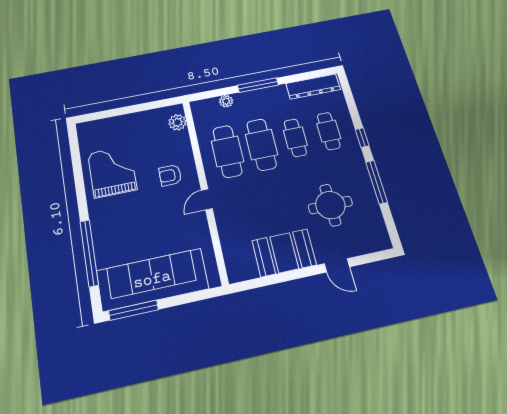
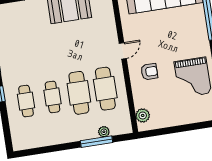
window: (258, 85) -> (97, 142), moved
dresser: (313, 87) -> (34, 141), removed
round table: (330, 205) -> (32, 41), removed

